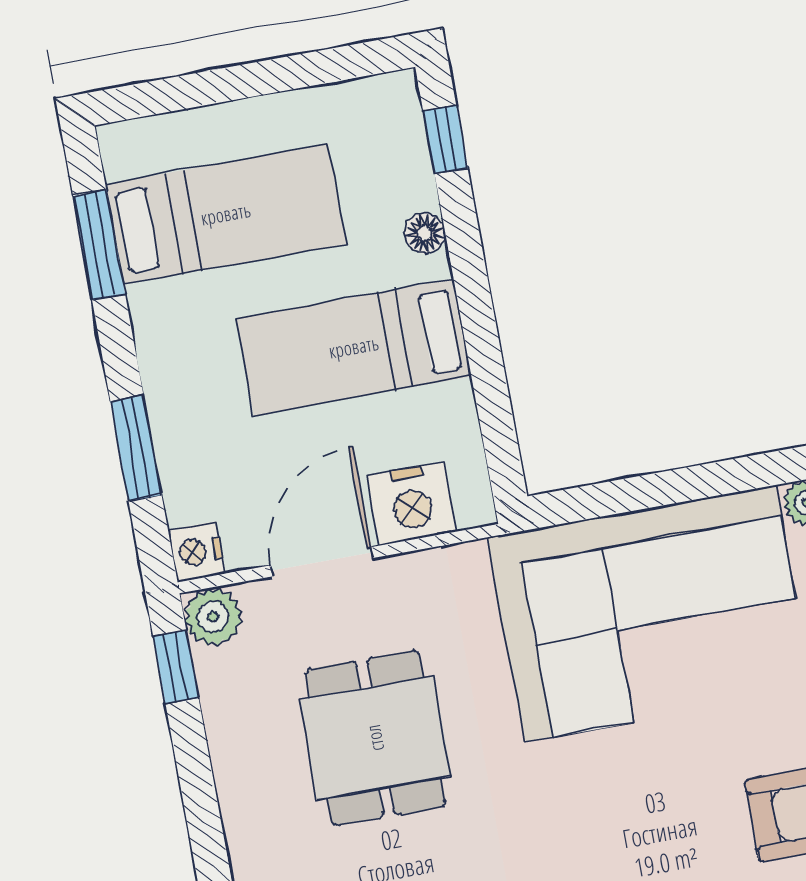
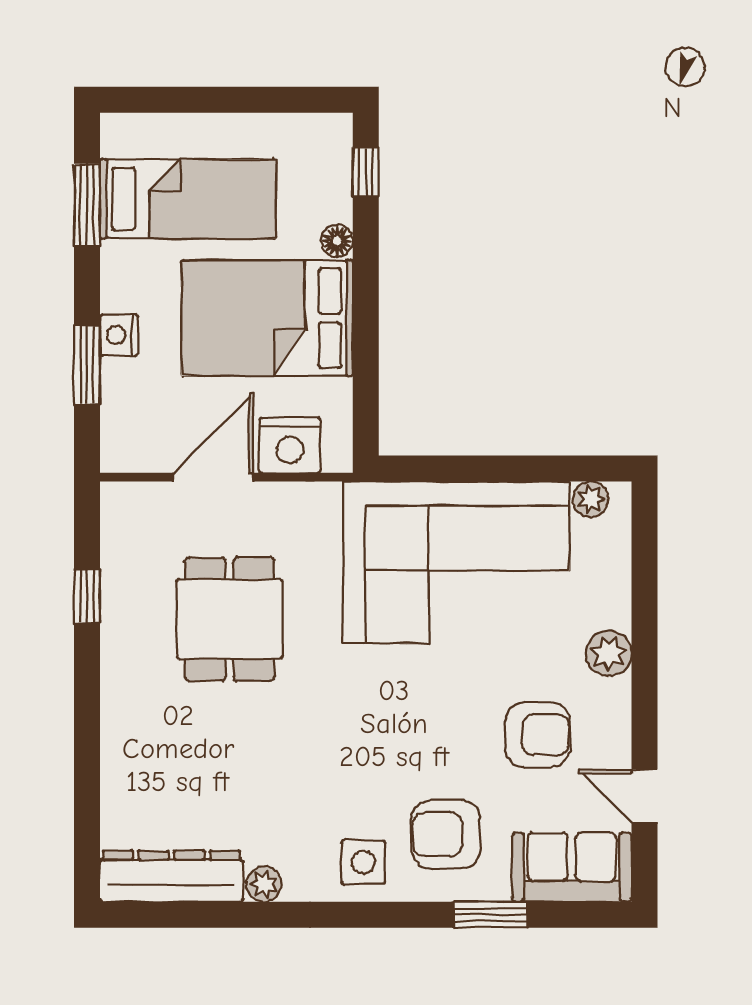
bed: (354, 347) -> (267, 318), width x1.50
nightstand: (197, 552) -> (119, 335), moved
plant: (213, 617) -> (122, 504), removed
window: (176, 667) -> (87, 596), moved

